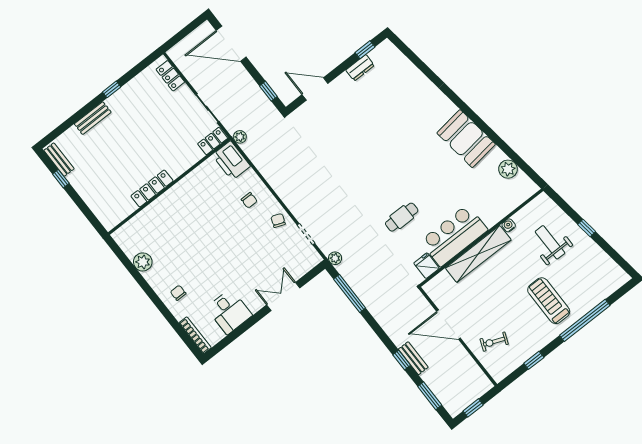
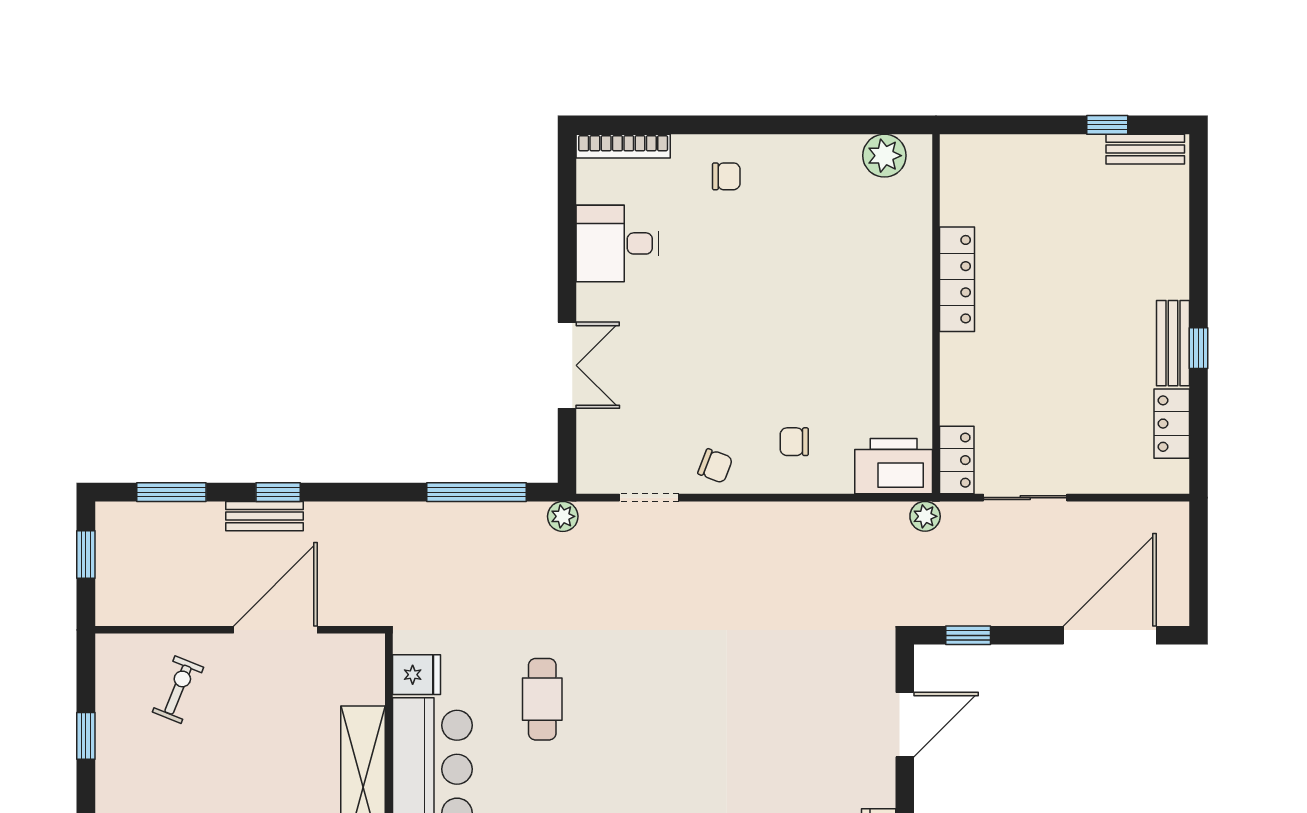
locker: (170, 76) -> (1172, 424), moved, turned -90
bench: (93, 118) -> (1173, 343), moved
plant: (143, 262) -> (884, 156), moved

